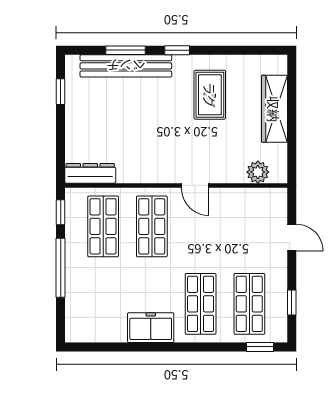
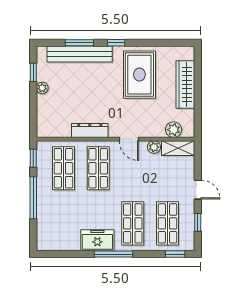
rug: (210, 95) -> (139, 75), width x1.36, depth x1.43
plant: (73, 114) -> (42, 88), added
dresser: (90, 173) -> (90, 131), moved
plant: (230, 197) -> (154, 147), added
shelving: (264, 198) -> (178, 148), added
door: (292, 238) -> (198, 190), moved
window: (173, 347) -> (114, 254), added

